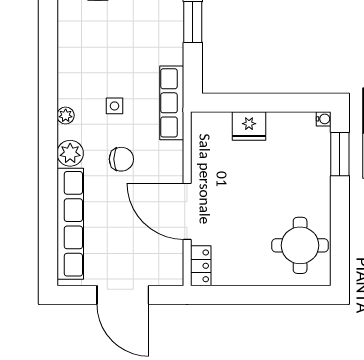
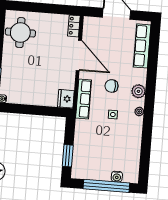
row of seats: (172, 103) -> (84, 99), moved
fridge: (249, 126) -> (66, 99), moved, turned -90
row of seats: (70, 224) -> (142, 46), width x0.73

